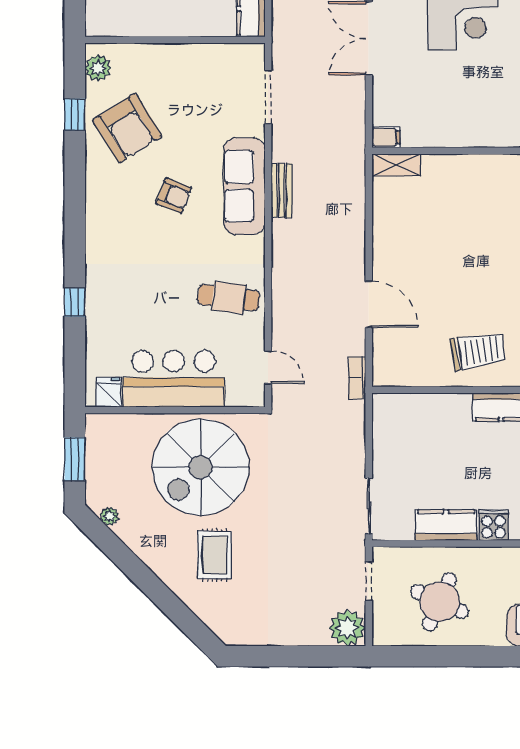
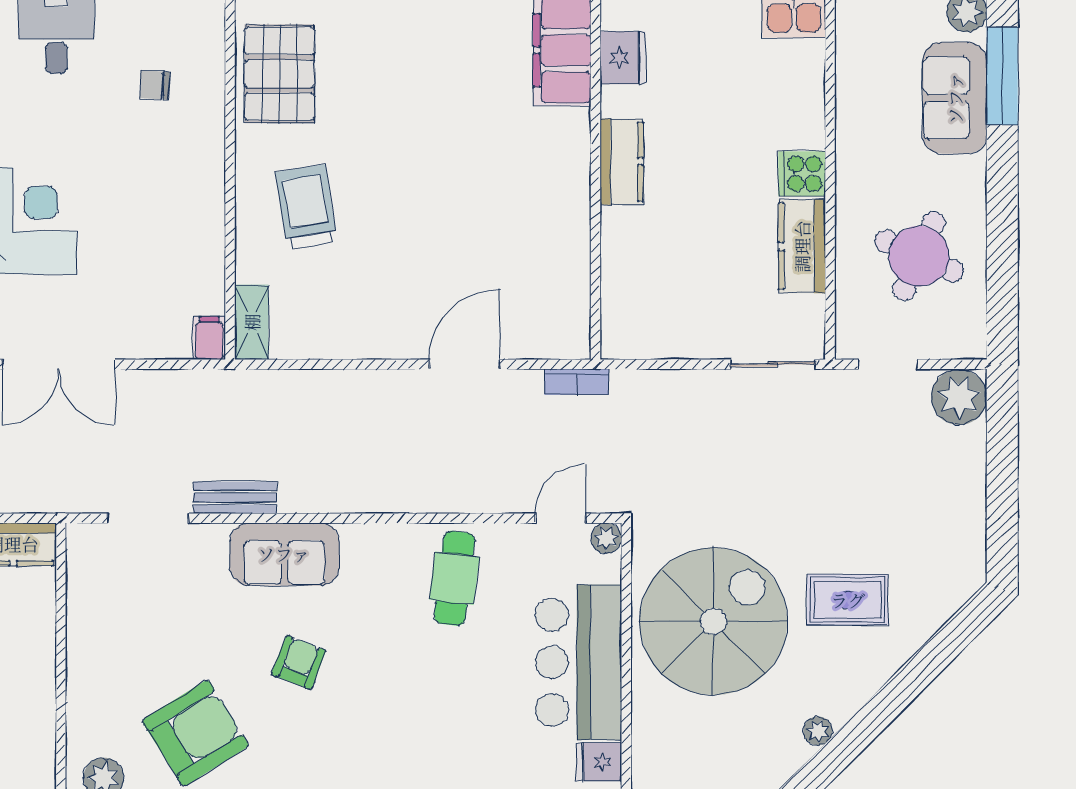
sofa: (244, 186) -> (284, 554), width x0.73
bench: (281, 191) -> (235, 498), moved
trolley: (478, 351) -> (306, 207), moved
plant: (255, 397) -> (606, 538), added
spiral stairs: (200, 467) -> (713, 621), turned -90
plant: (109, 516) -> (818, 731), moved

